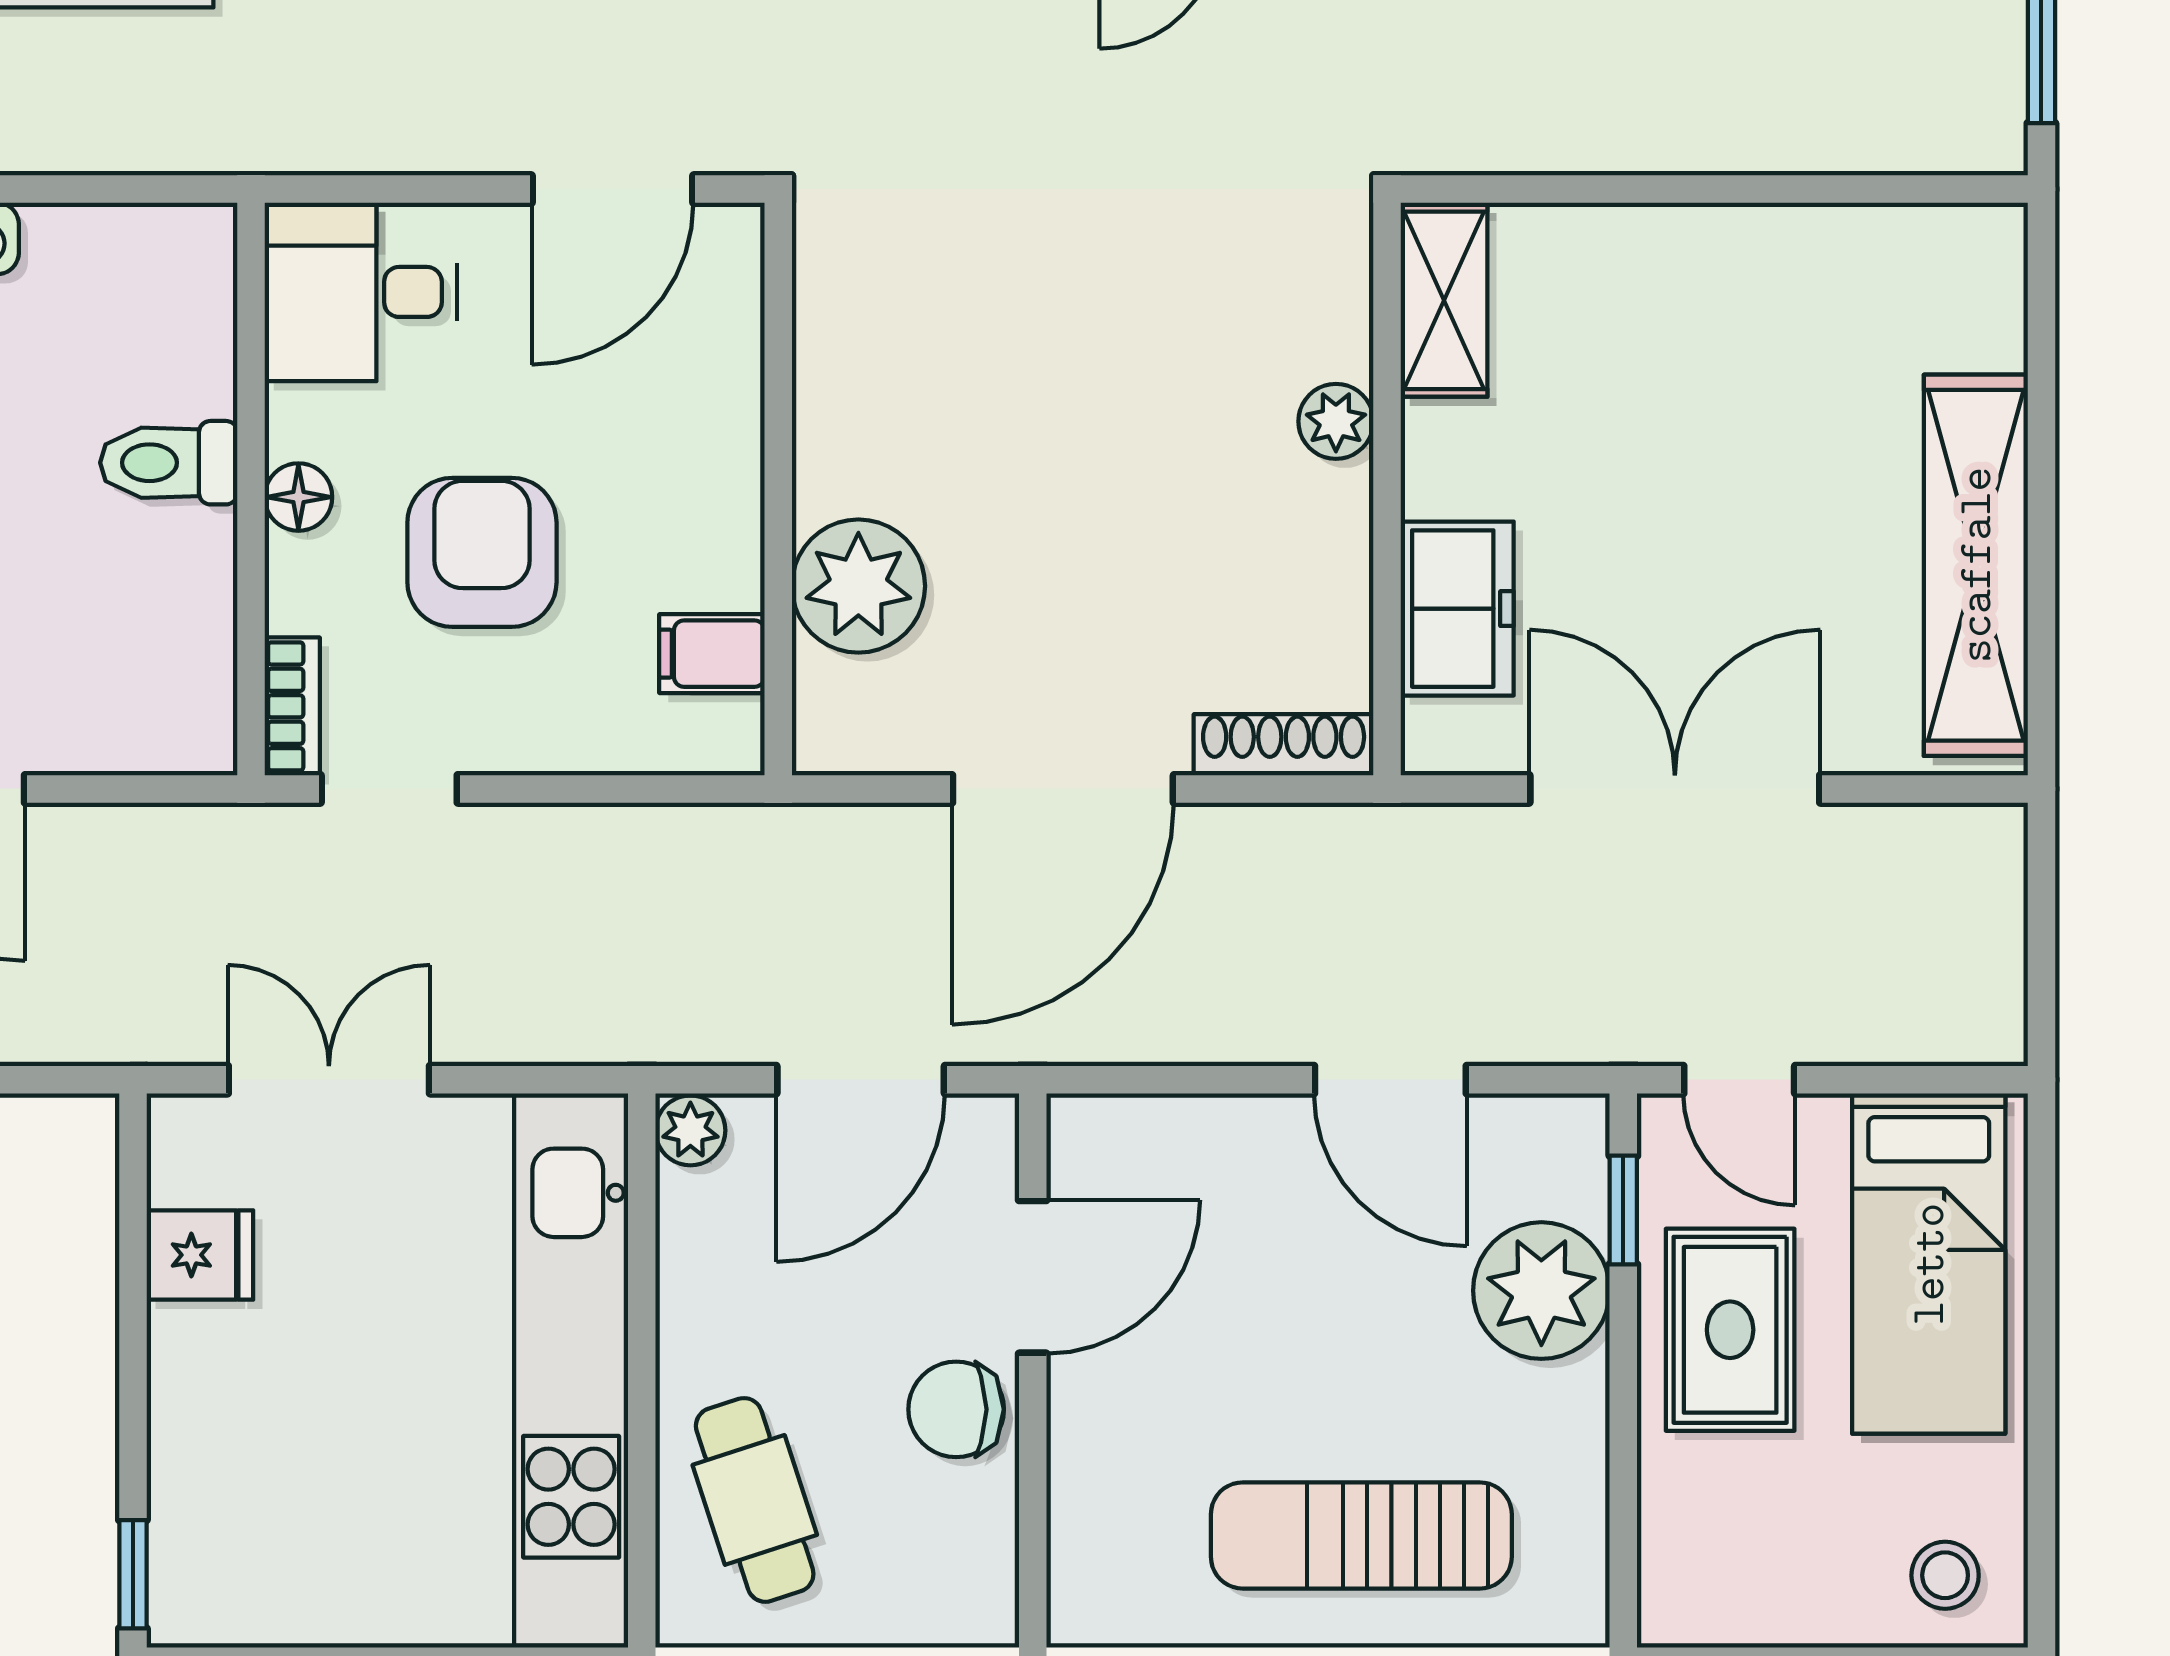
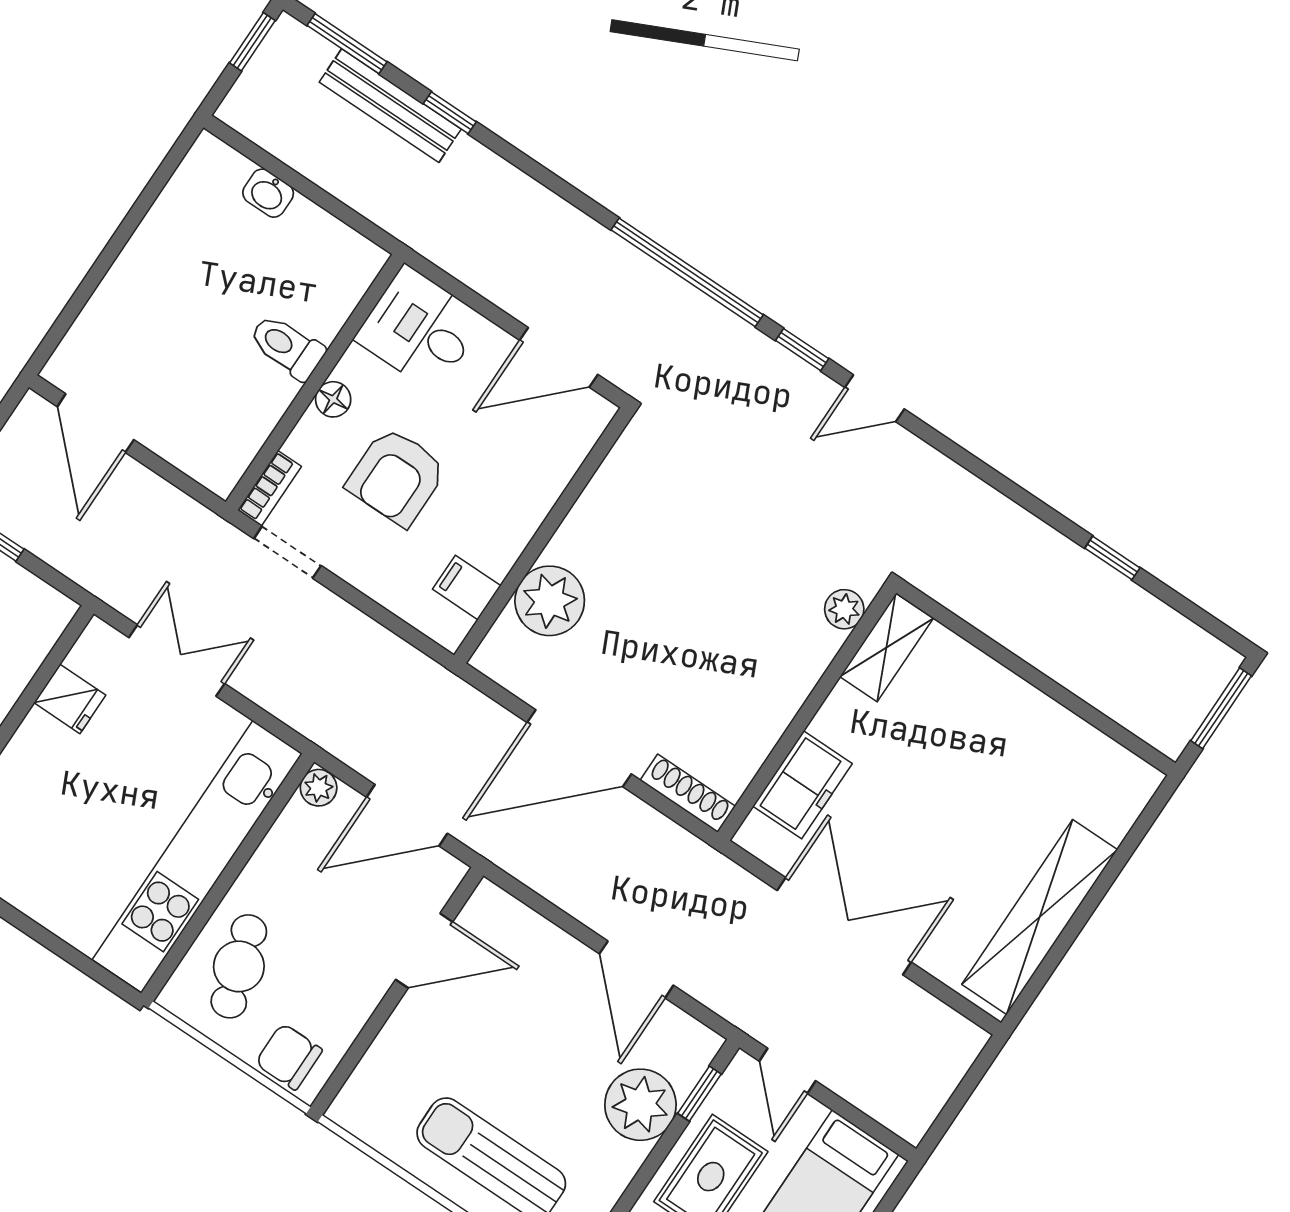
plant: (1336, 421) -> (844, 609), moved
armchair: (482, 552) -> (396, 477), turned 180
chair: (956, 1409) -> (289, 1057), moved

